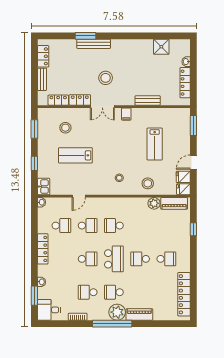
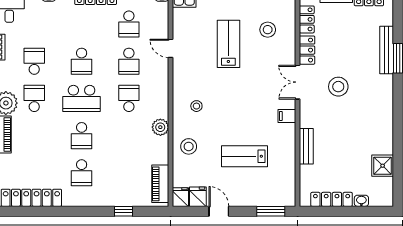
bench: (94, 44) -> (387, 50), moved
plant: (154, 203) -> (160, 127), moved
school desk: (140, 259) -> (82, 136), turned 180

